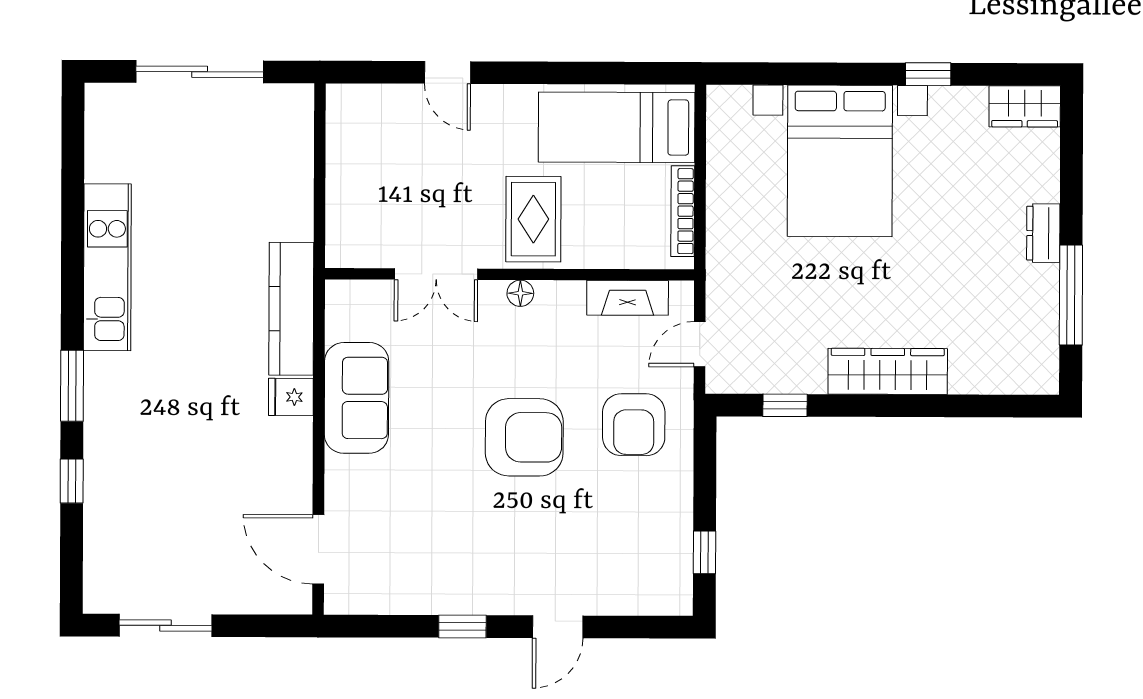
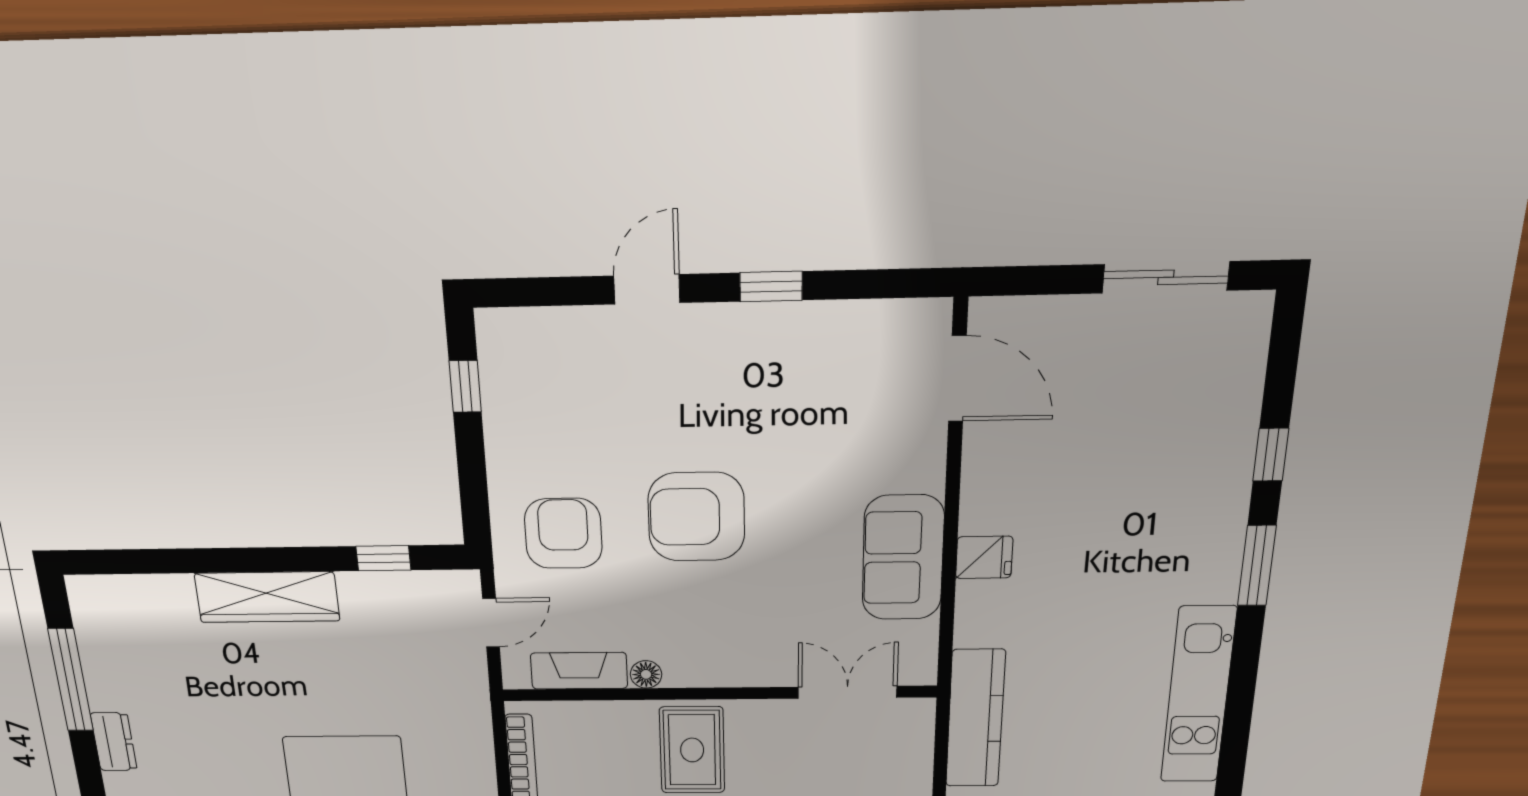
double door: (436, 274) -> (847, 692), moved
floor lamp: (520, 293) -> (646, 674), moved
kitchen counter: (291, 309) -> (975, 719), moved

